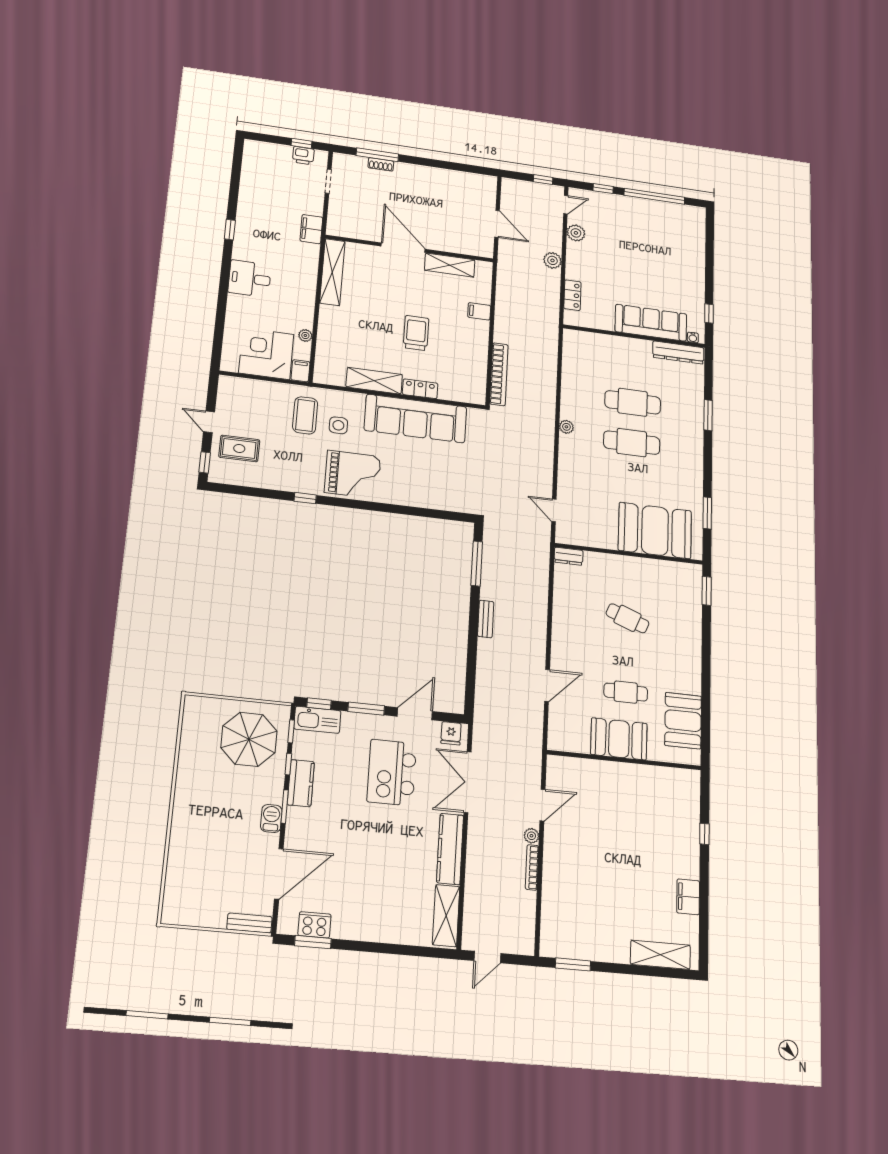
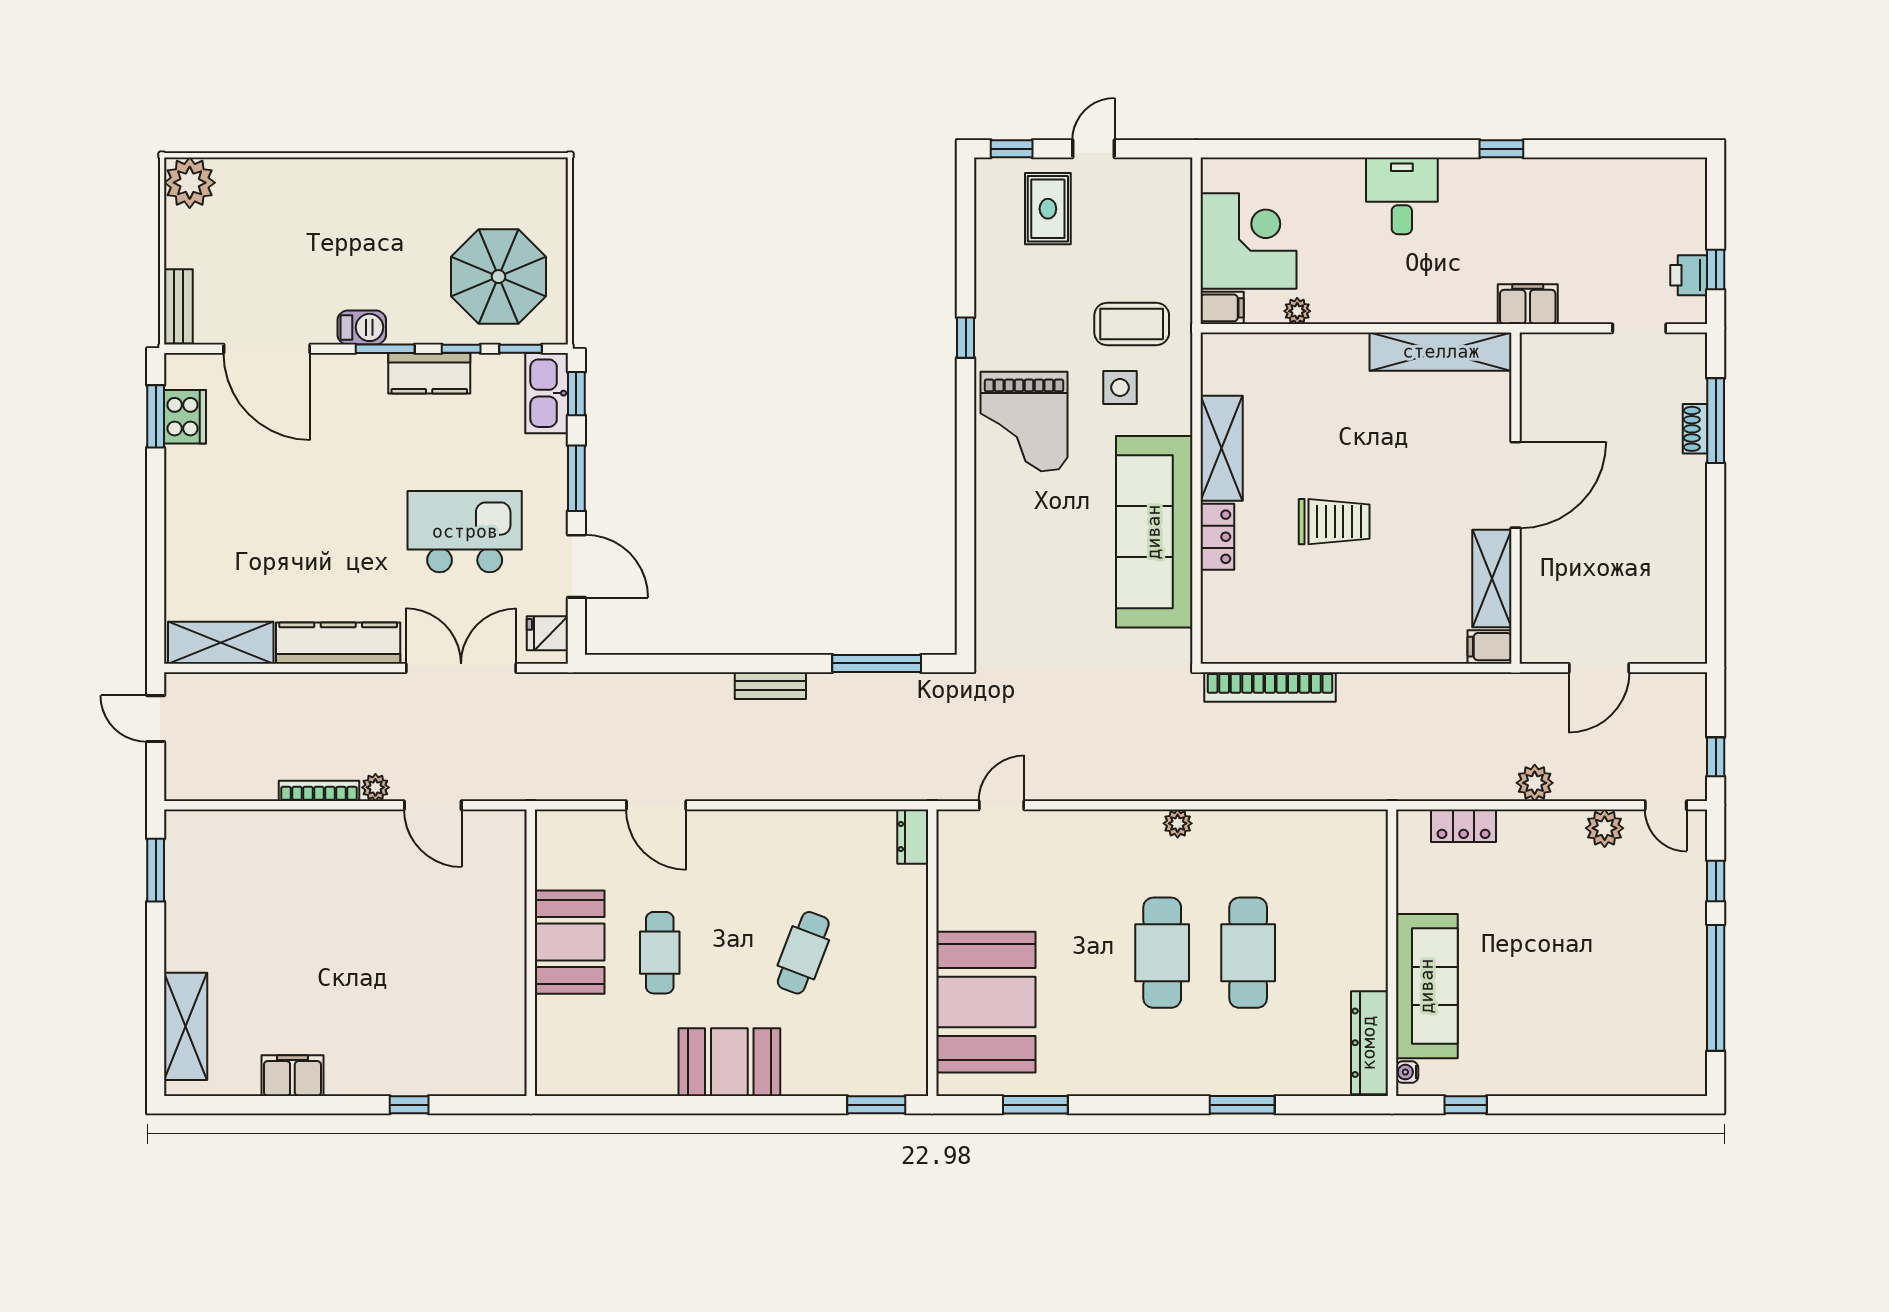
filing cabinet: (479, 311) -> (1490, 647), moved, turned -90
booth: (683, 721) -> (729, 1062), moved
plant: (177, 910) -> (190, 183), added

